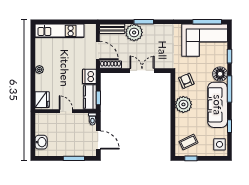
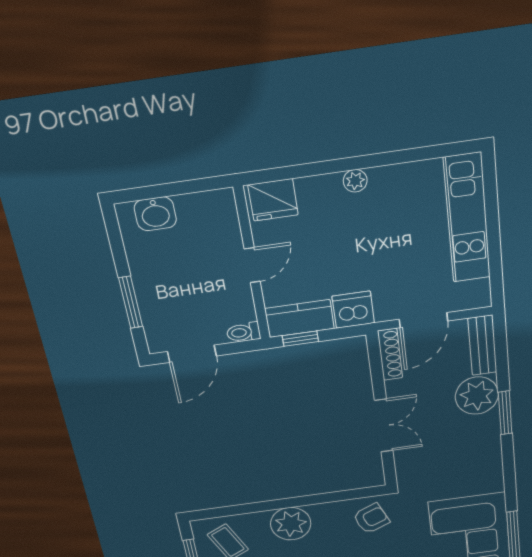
plant: (183, 104) -> (291, 524), moved

